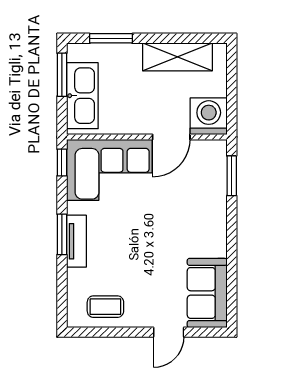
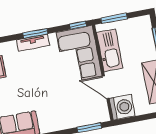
window: (62, 75) -> (114, 18), moved
kitchen sink: (82, 96) -> (110, 50), moved, turned -90

